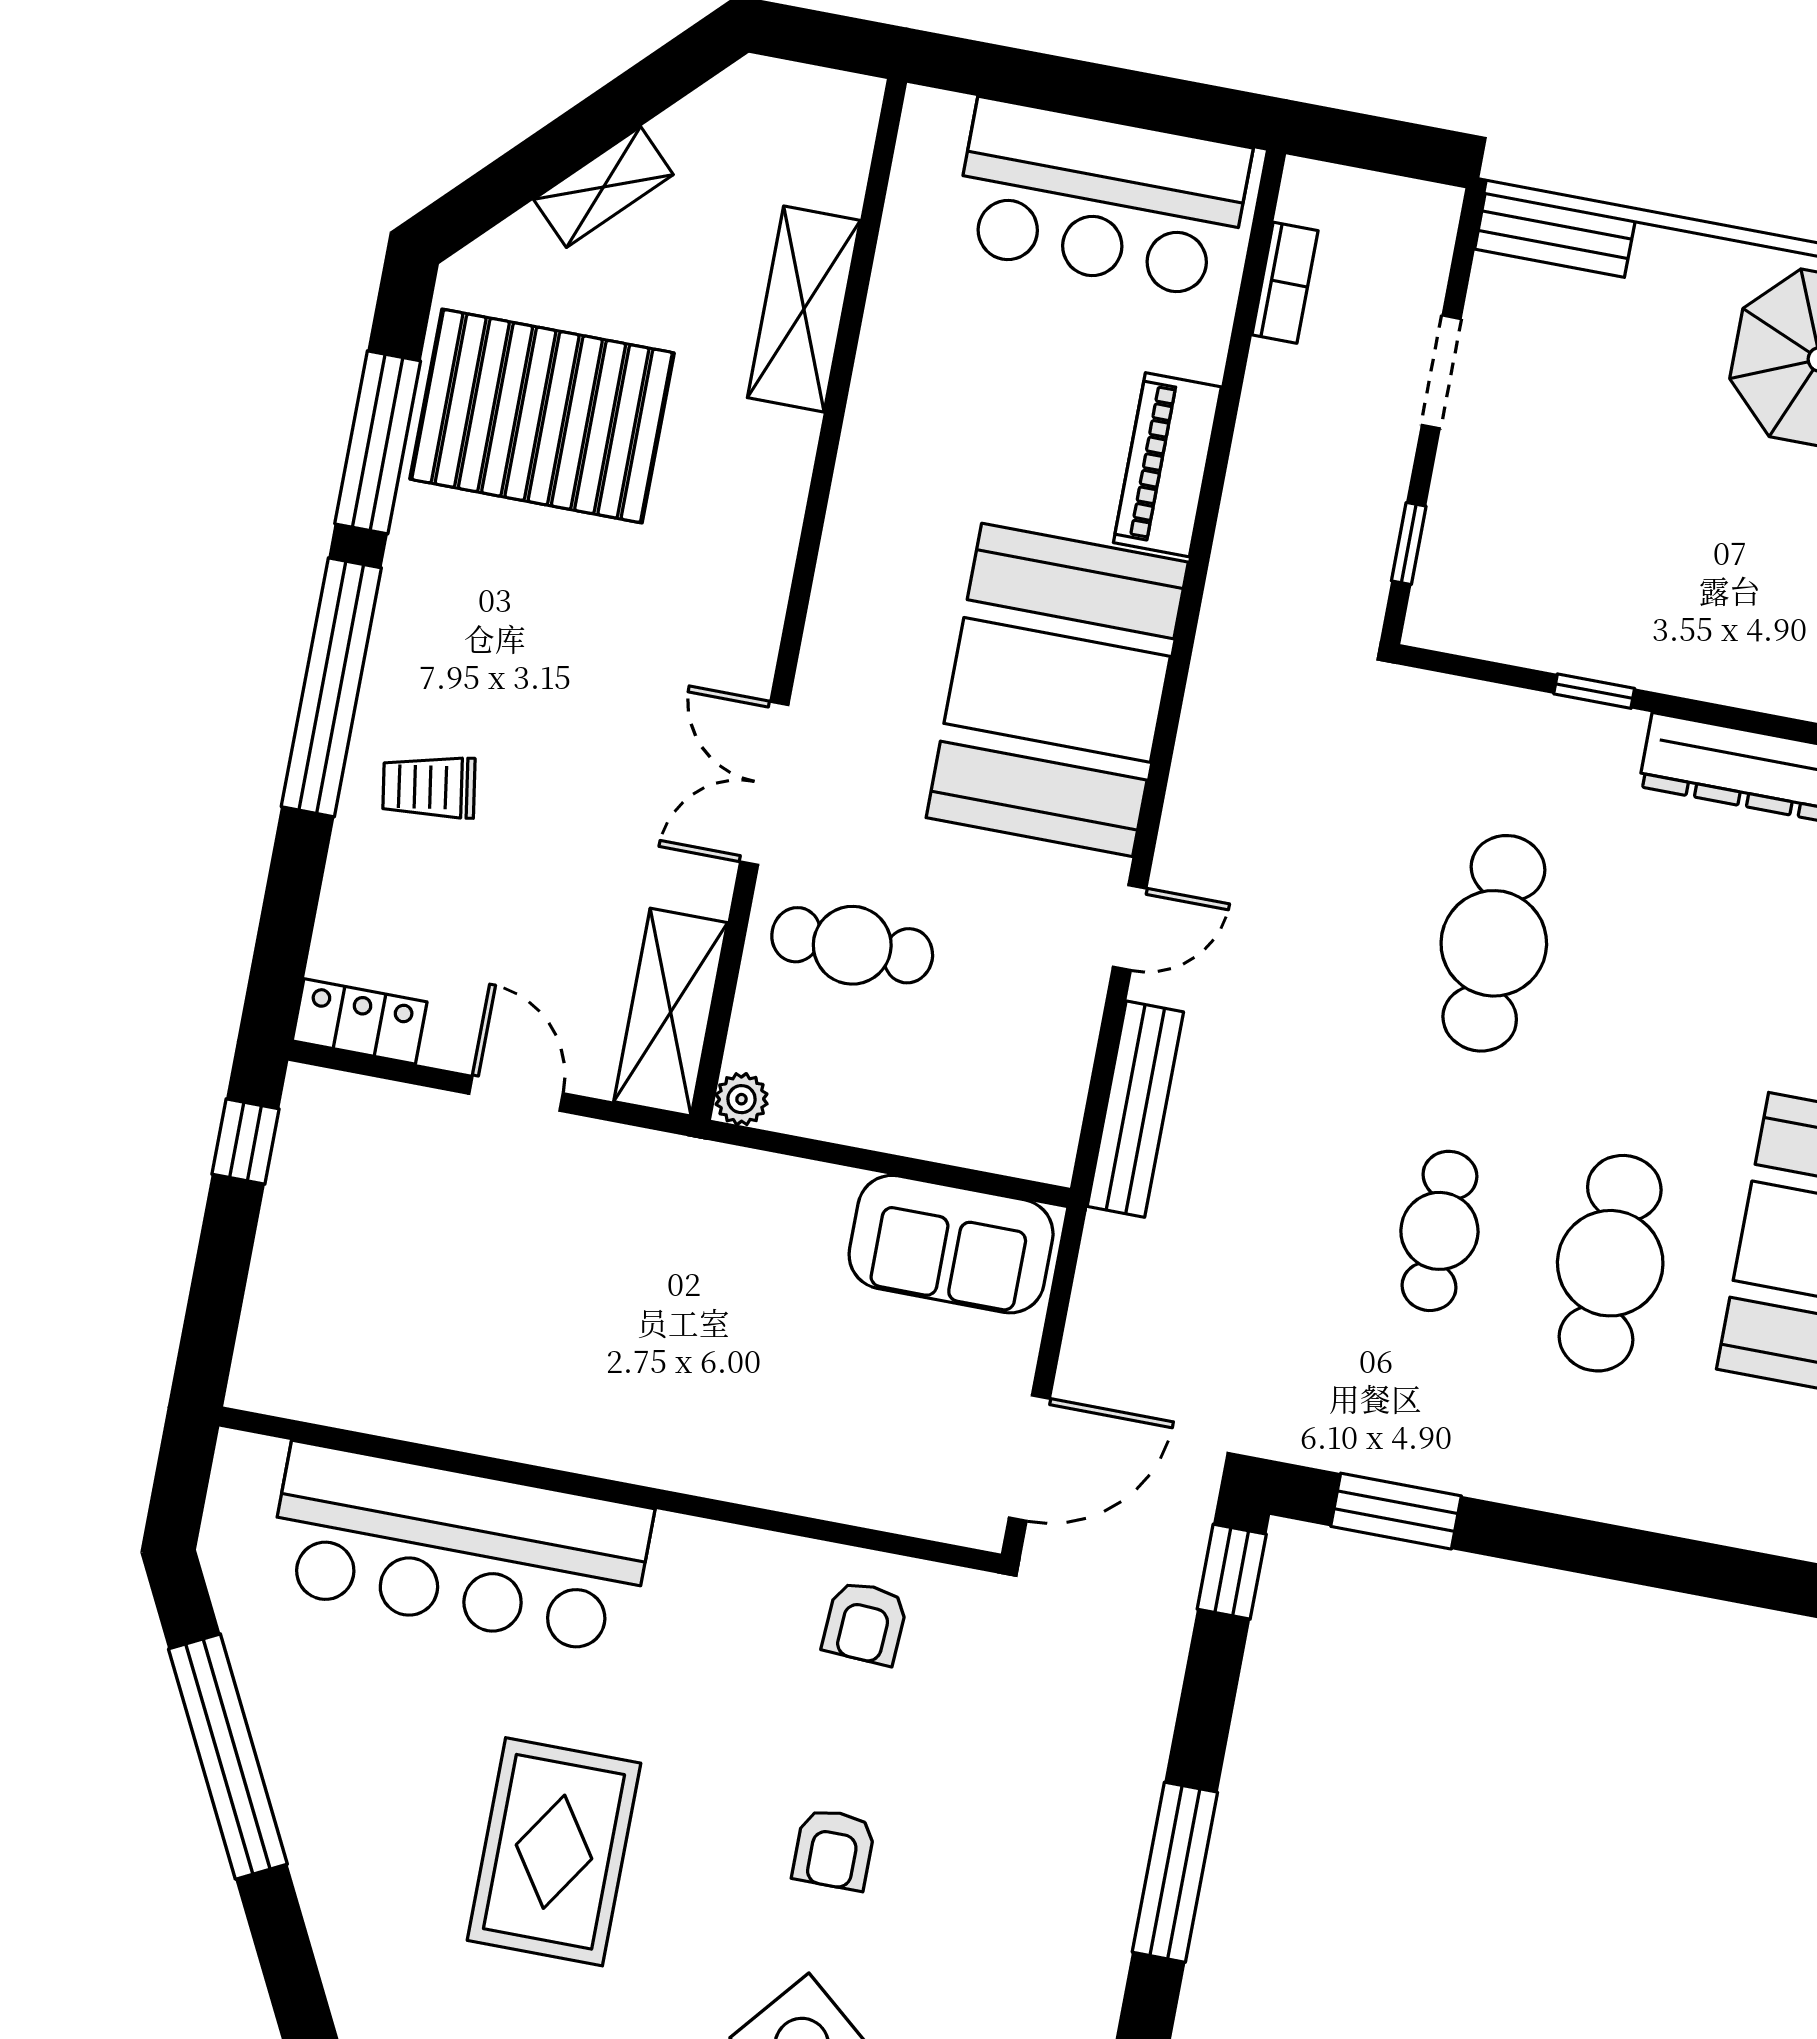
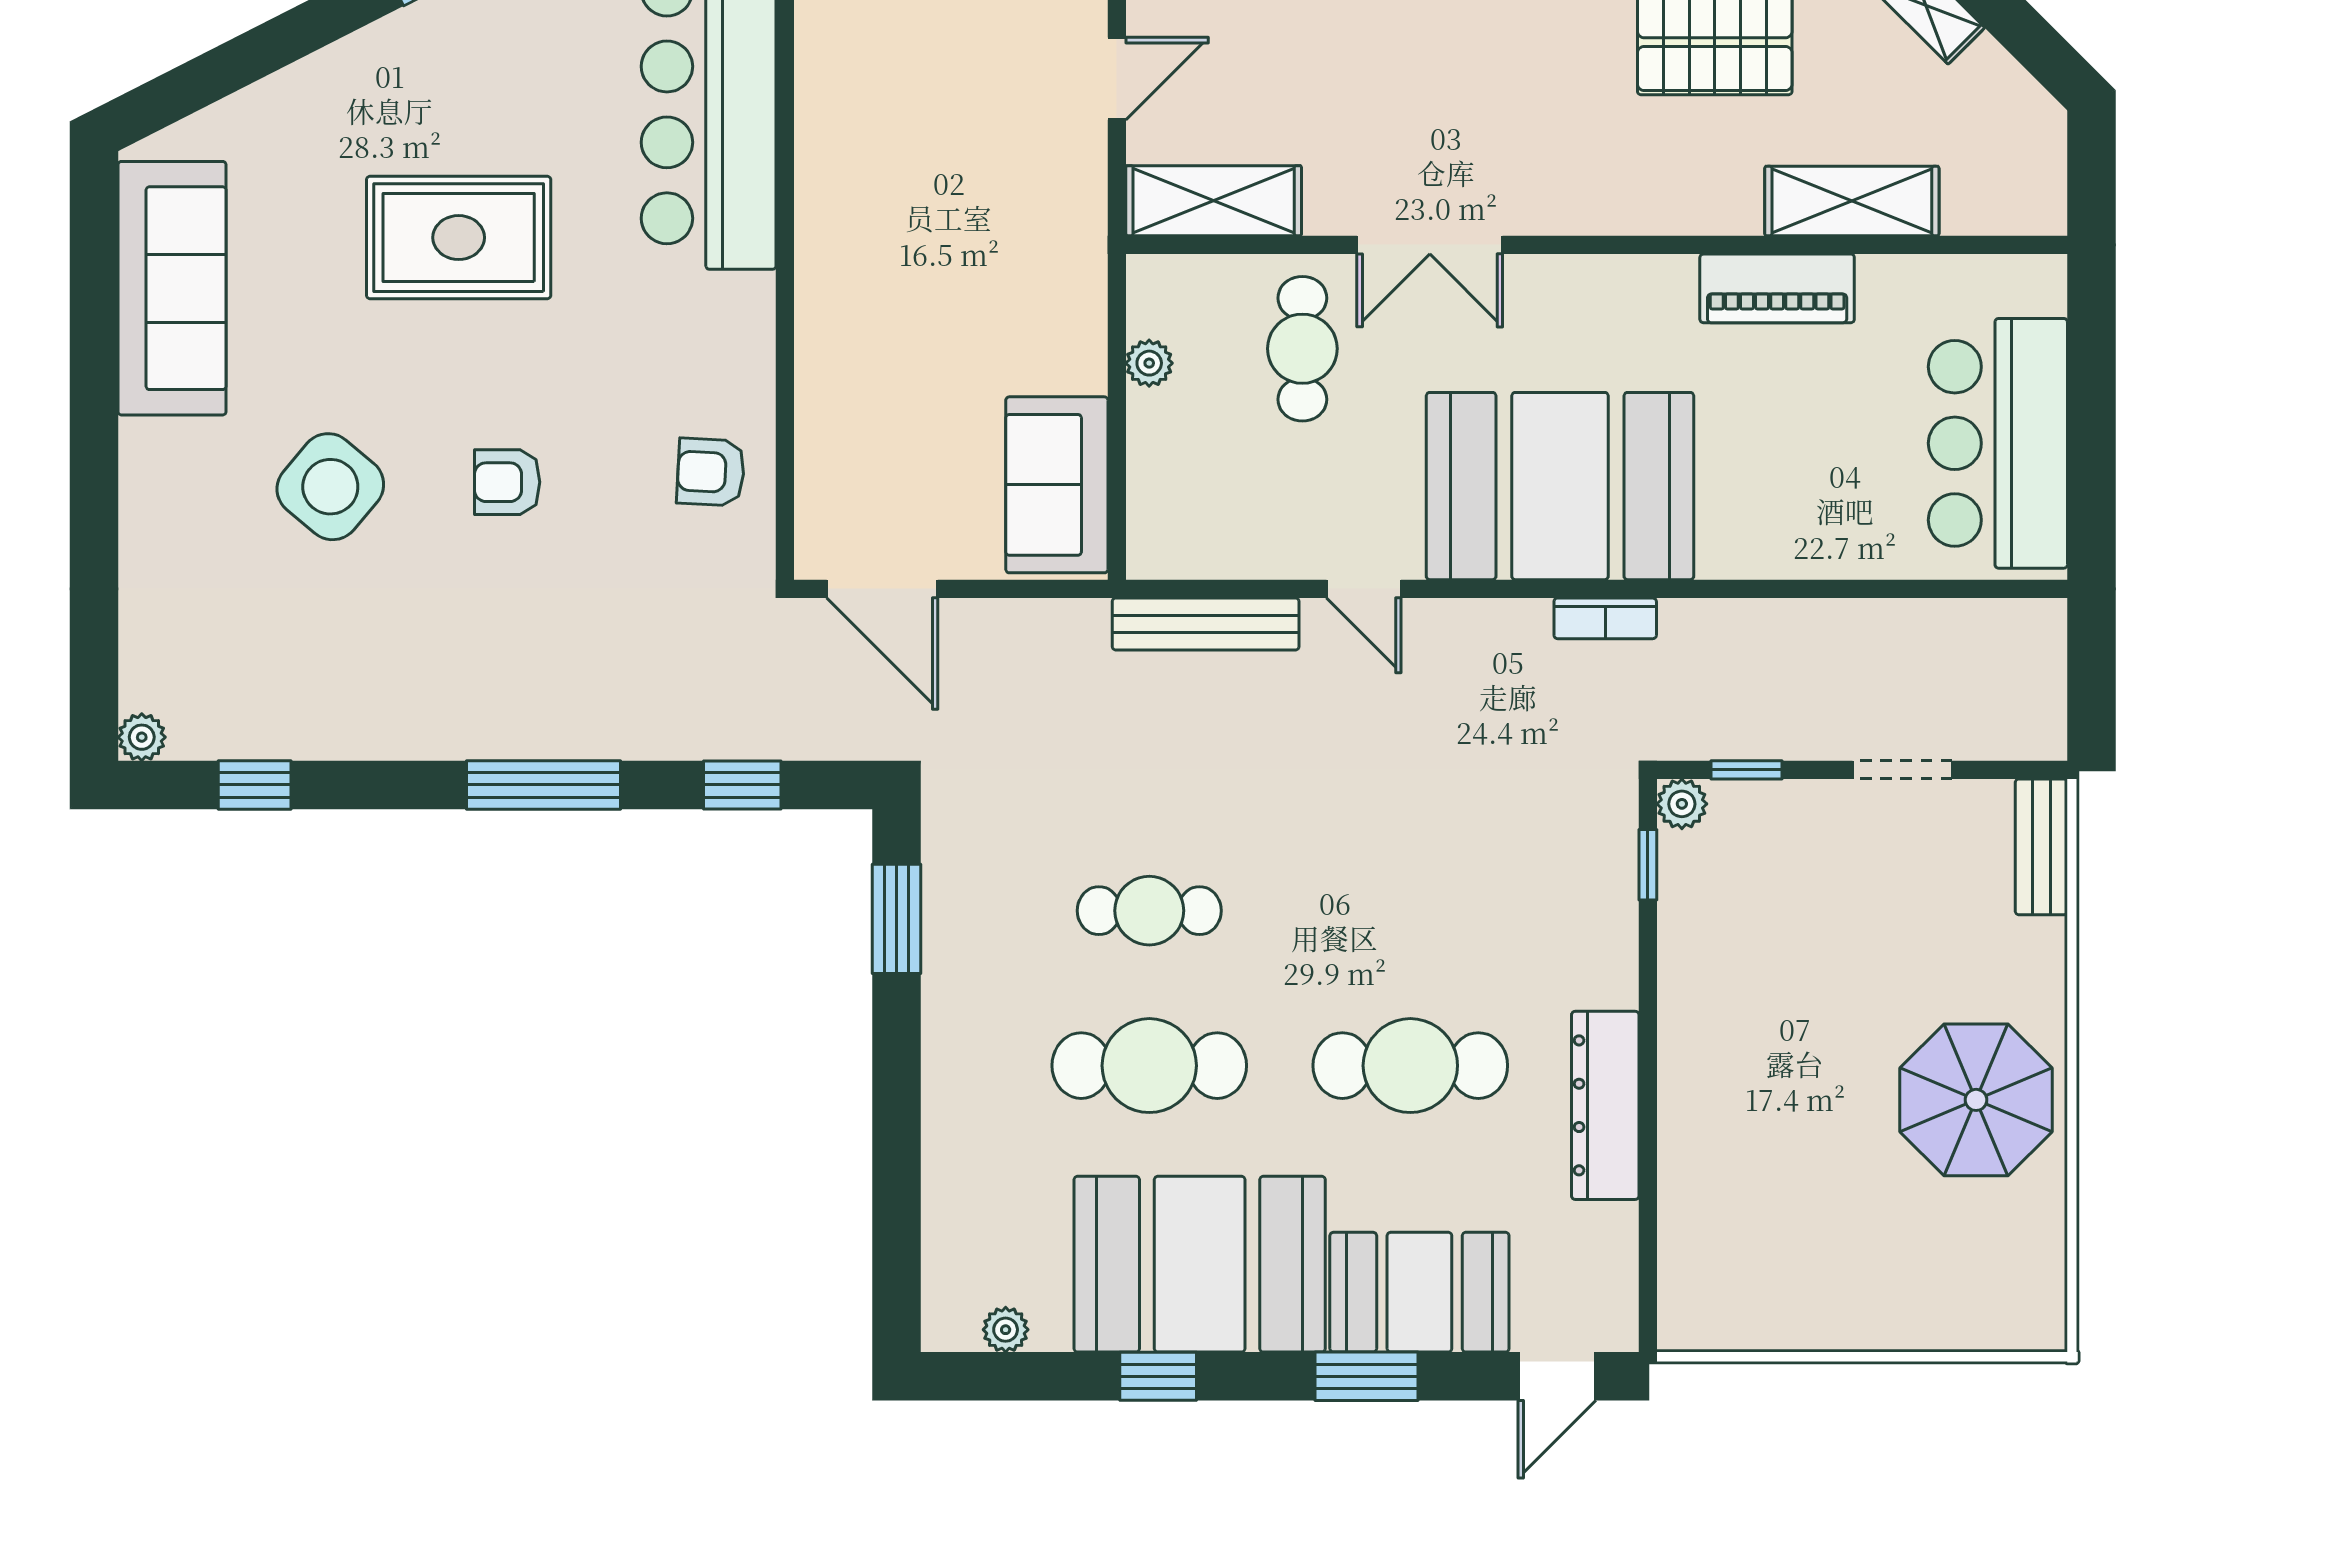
bookcase: (1285, 283) -> (1605, 618), moved
piano: (1167, 465) -> (1777, 288), moved, turned 180
plant: (1433, 622) -> (1682, 804), added
window: (1594, 691) -> (1648, 865), moved
double door: (764, 783) -> (1430, 245), swing flipped
cafe table: (1494, 943) -> (1410, 1066), moved
plant: (741, 1099) -> (1149, 363), moved
window: (1232, 1572) -> (742, 785), moved

